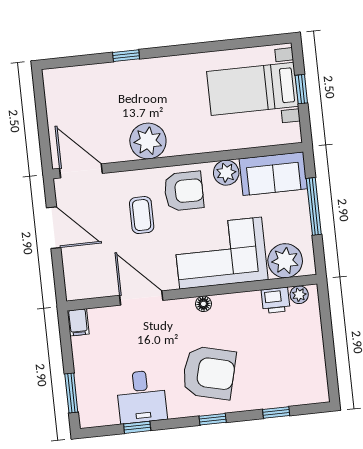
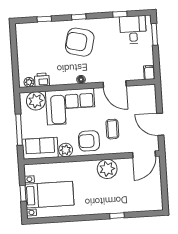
door: (81, 171) -> (144, 154), hinge flipped
desk: (141, 397) -> (133, 30), moved

